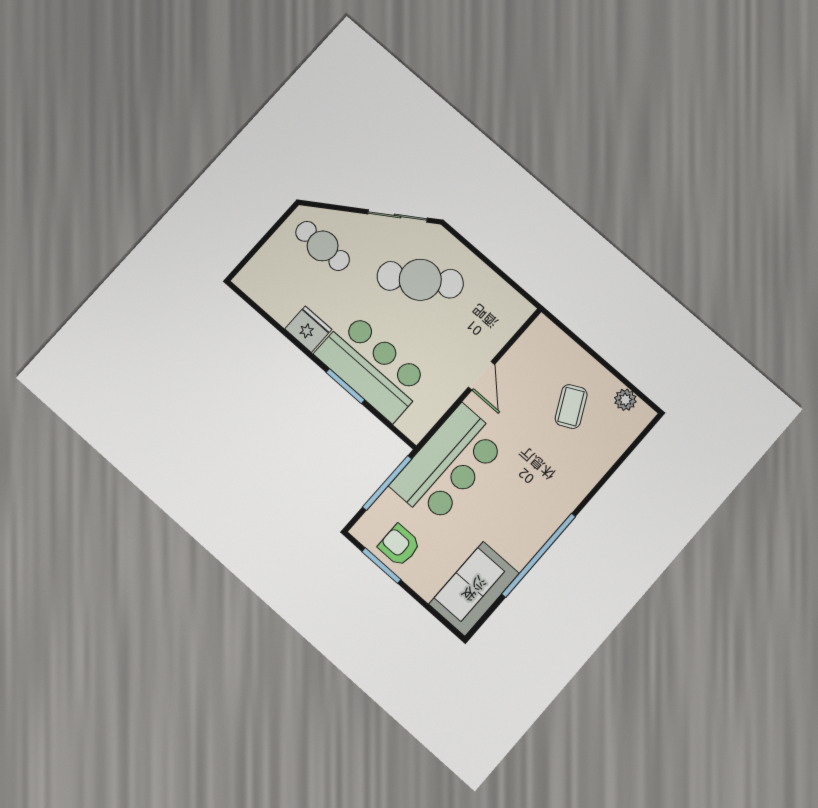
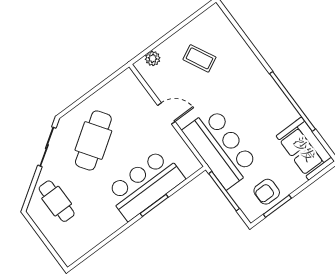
cafe table: (323, 246) -> (57, 201), turned 90
fridge: (308, 329) -> (111, 222), removed
plant: (625, 400) -> (153, 58), moved

